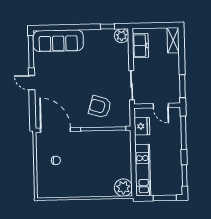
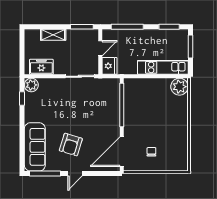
shelving: (173, 40) -> (53, 35), moved
armchair: (100, 107) -> (71, 145), moved
fridge: (142, 126) -> (109, 66), moved, turned 90

